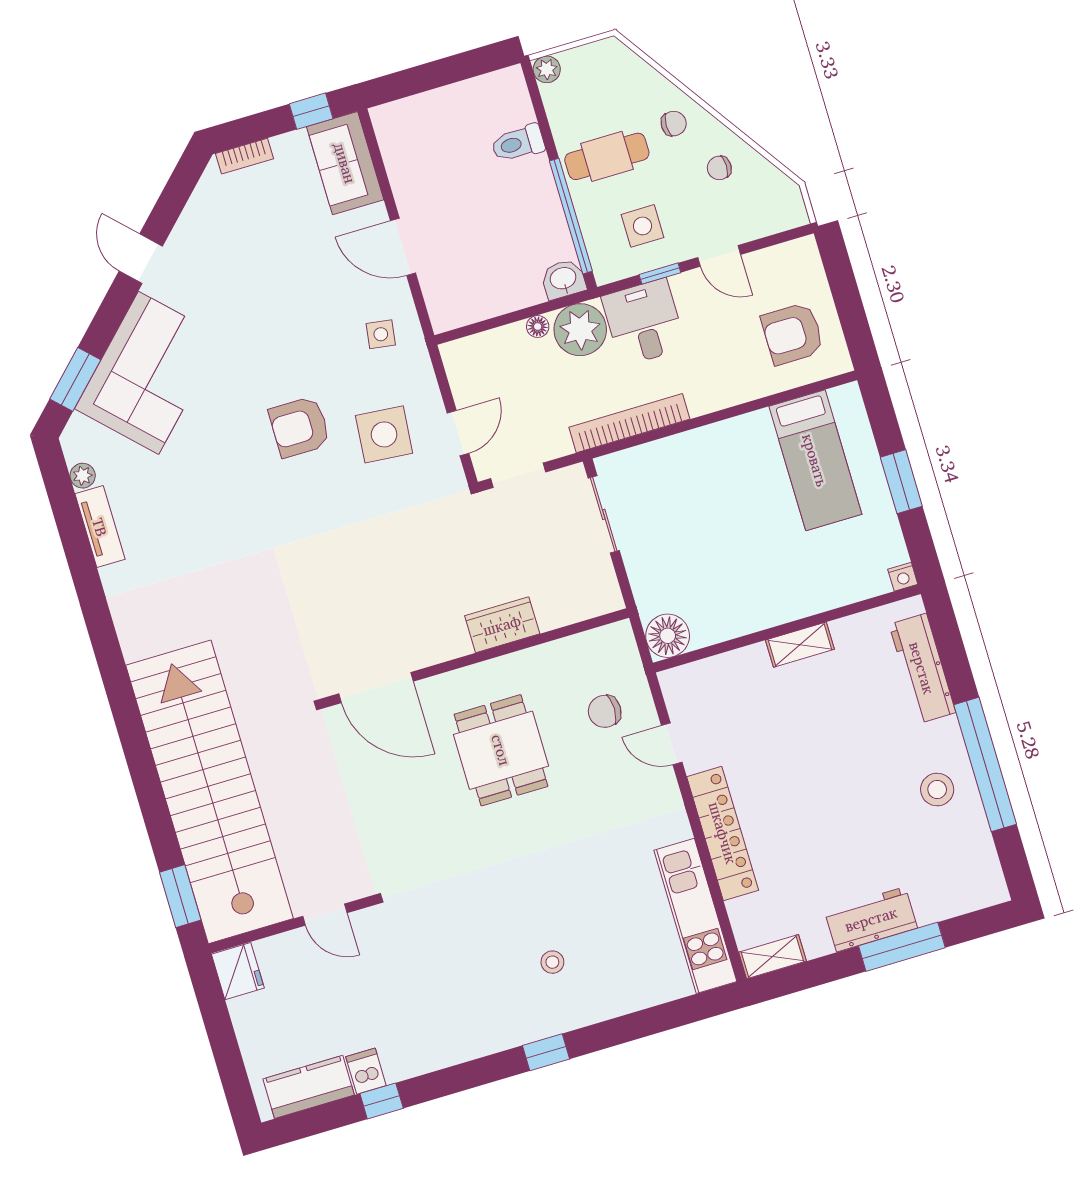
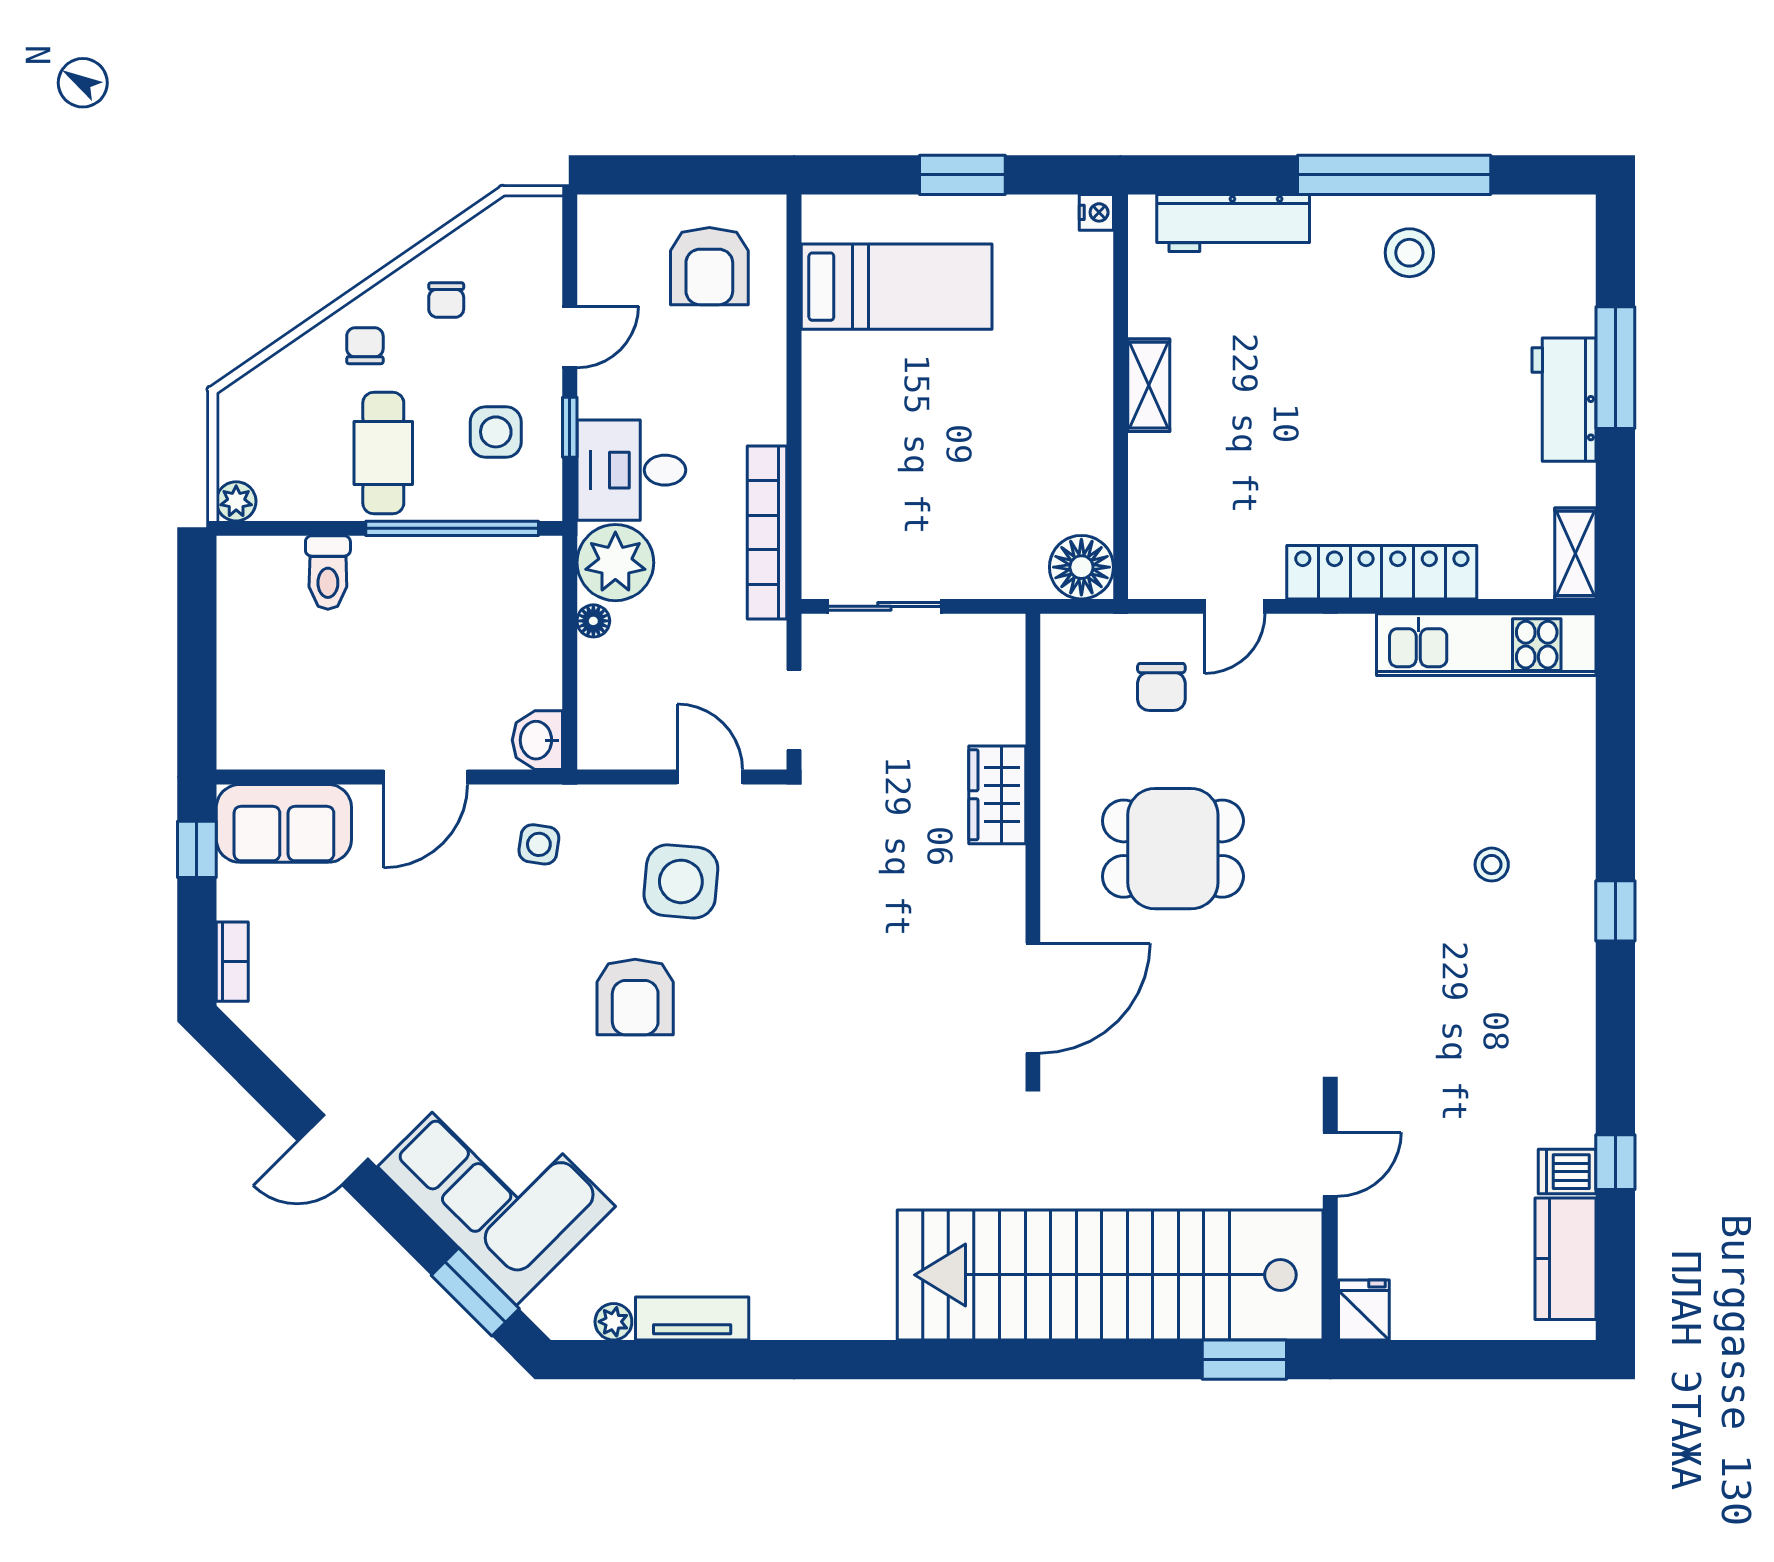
washbasin: (563, 279) -> (537, 740), moved
fridge: (238, 971) -> (1364, 1310), width x0.72

